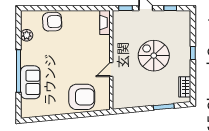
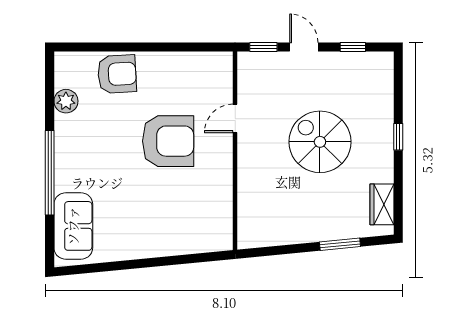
fireplace: (105, 22) -> (222, 76), removed
door: (111, 70) -> (235, 118), moved
sofa: (30, 82) -> (73, 226), moved
armchair: (82, 97) -> (168, 141), moved

